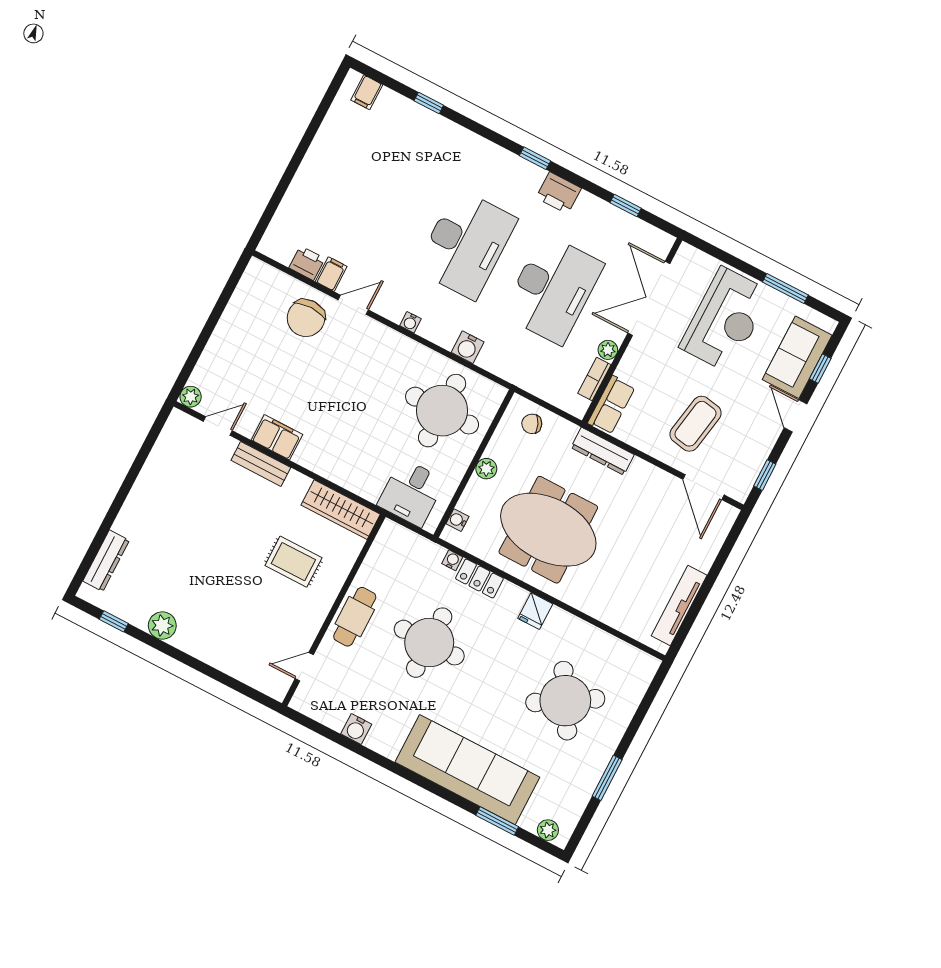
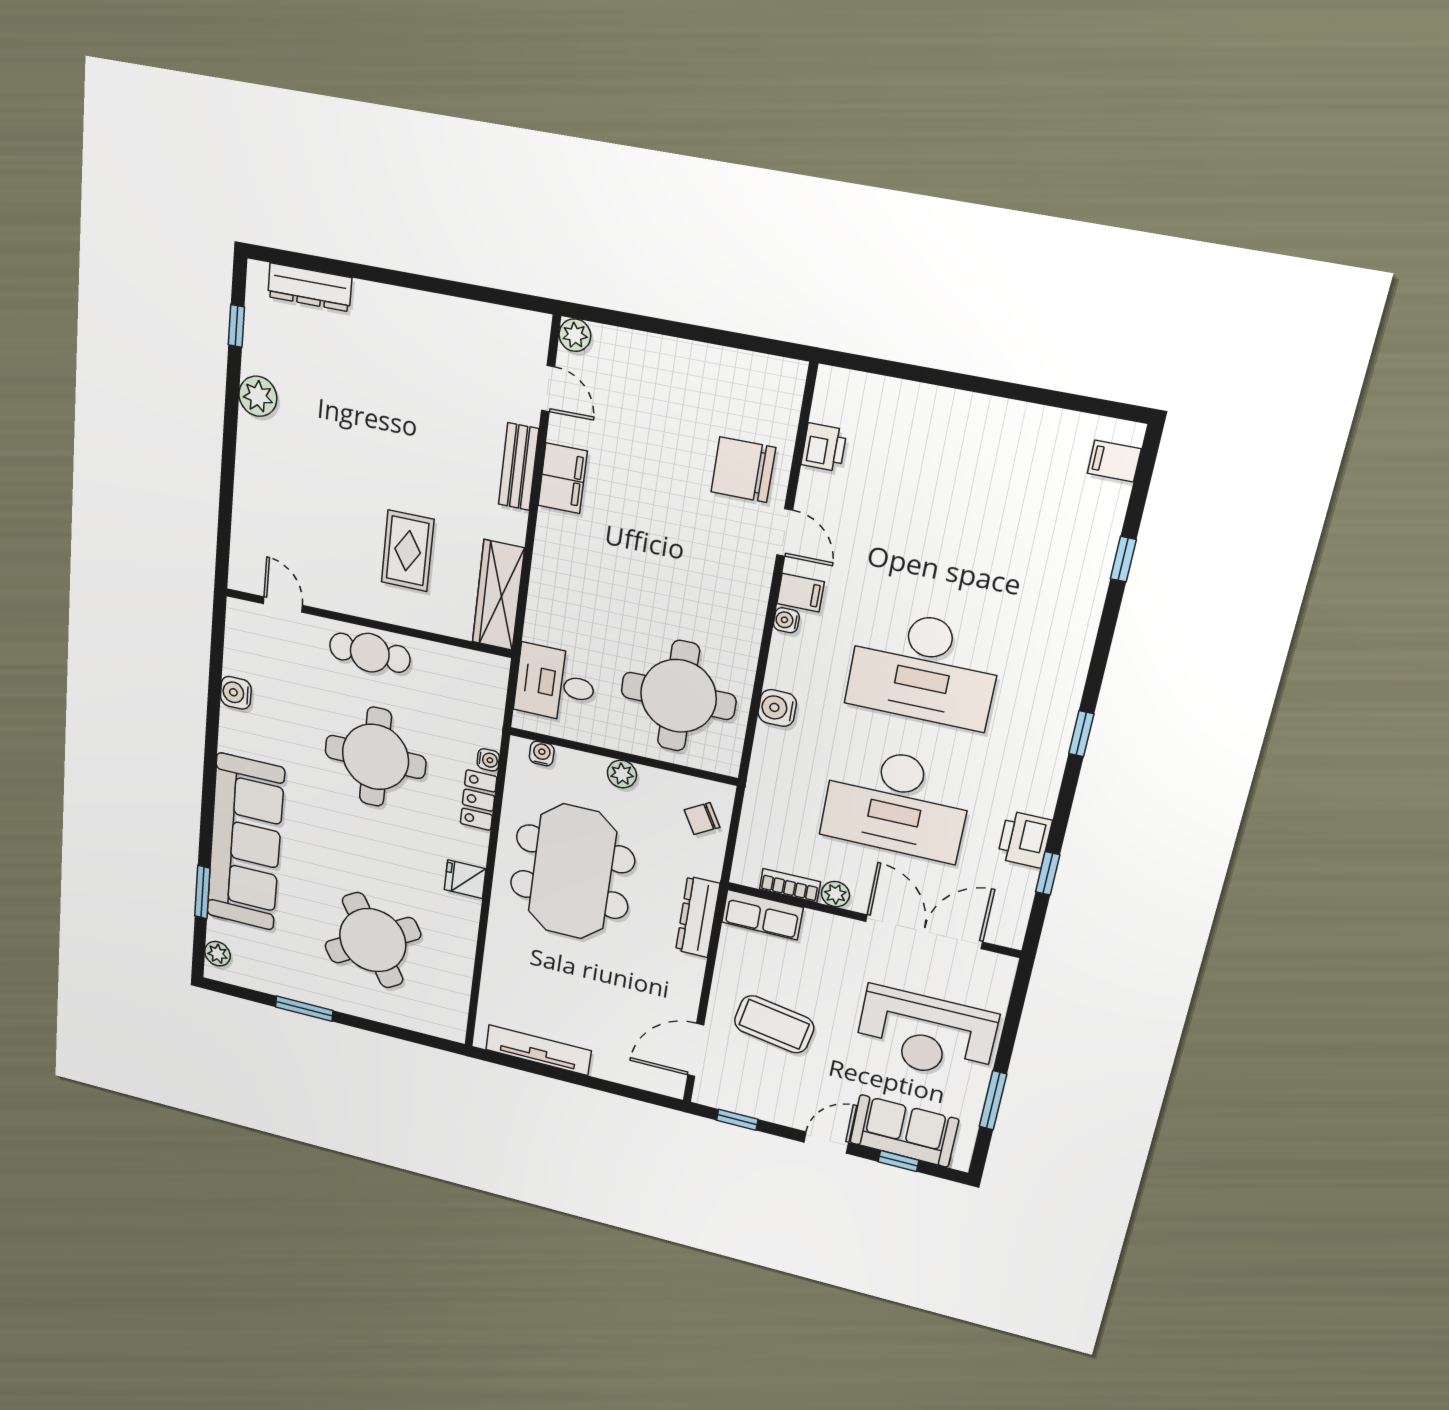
printer: (559, 193) -> (1025, 840), moved
filing cabinet: (331, 274) -> (801, 593), moved
chair: (532, 424) -> (702, 819), turned -96

